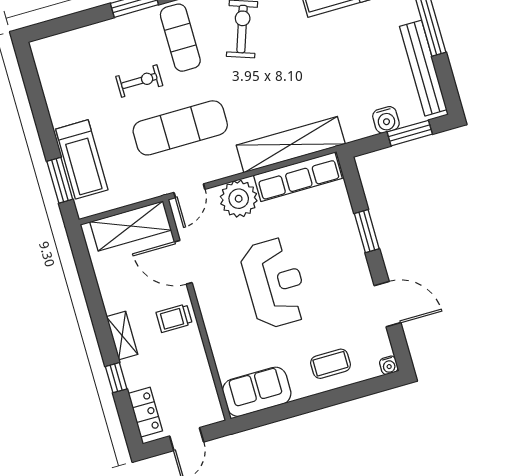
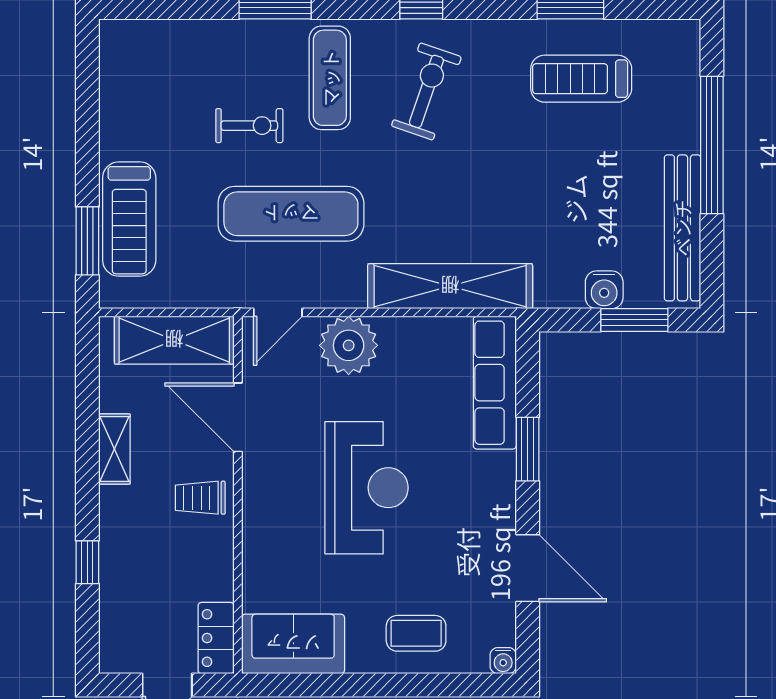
row of seats: (298, 177) -> (495, 383), moved, turned 90
shelving: (122, 336) -> (114, 449), moved
locker: (145, 412) -> (216, 638), moved, turned 180

